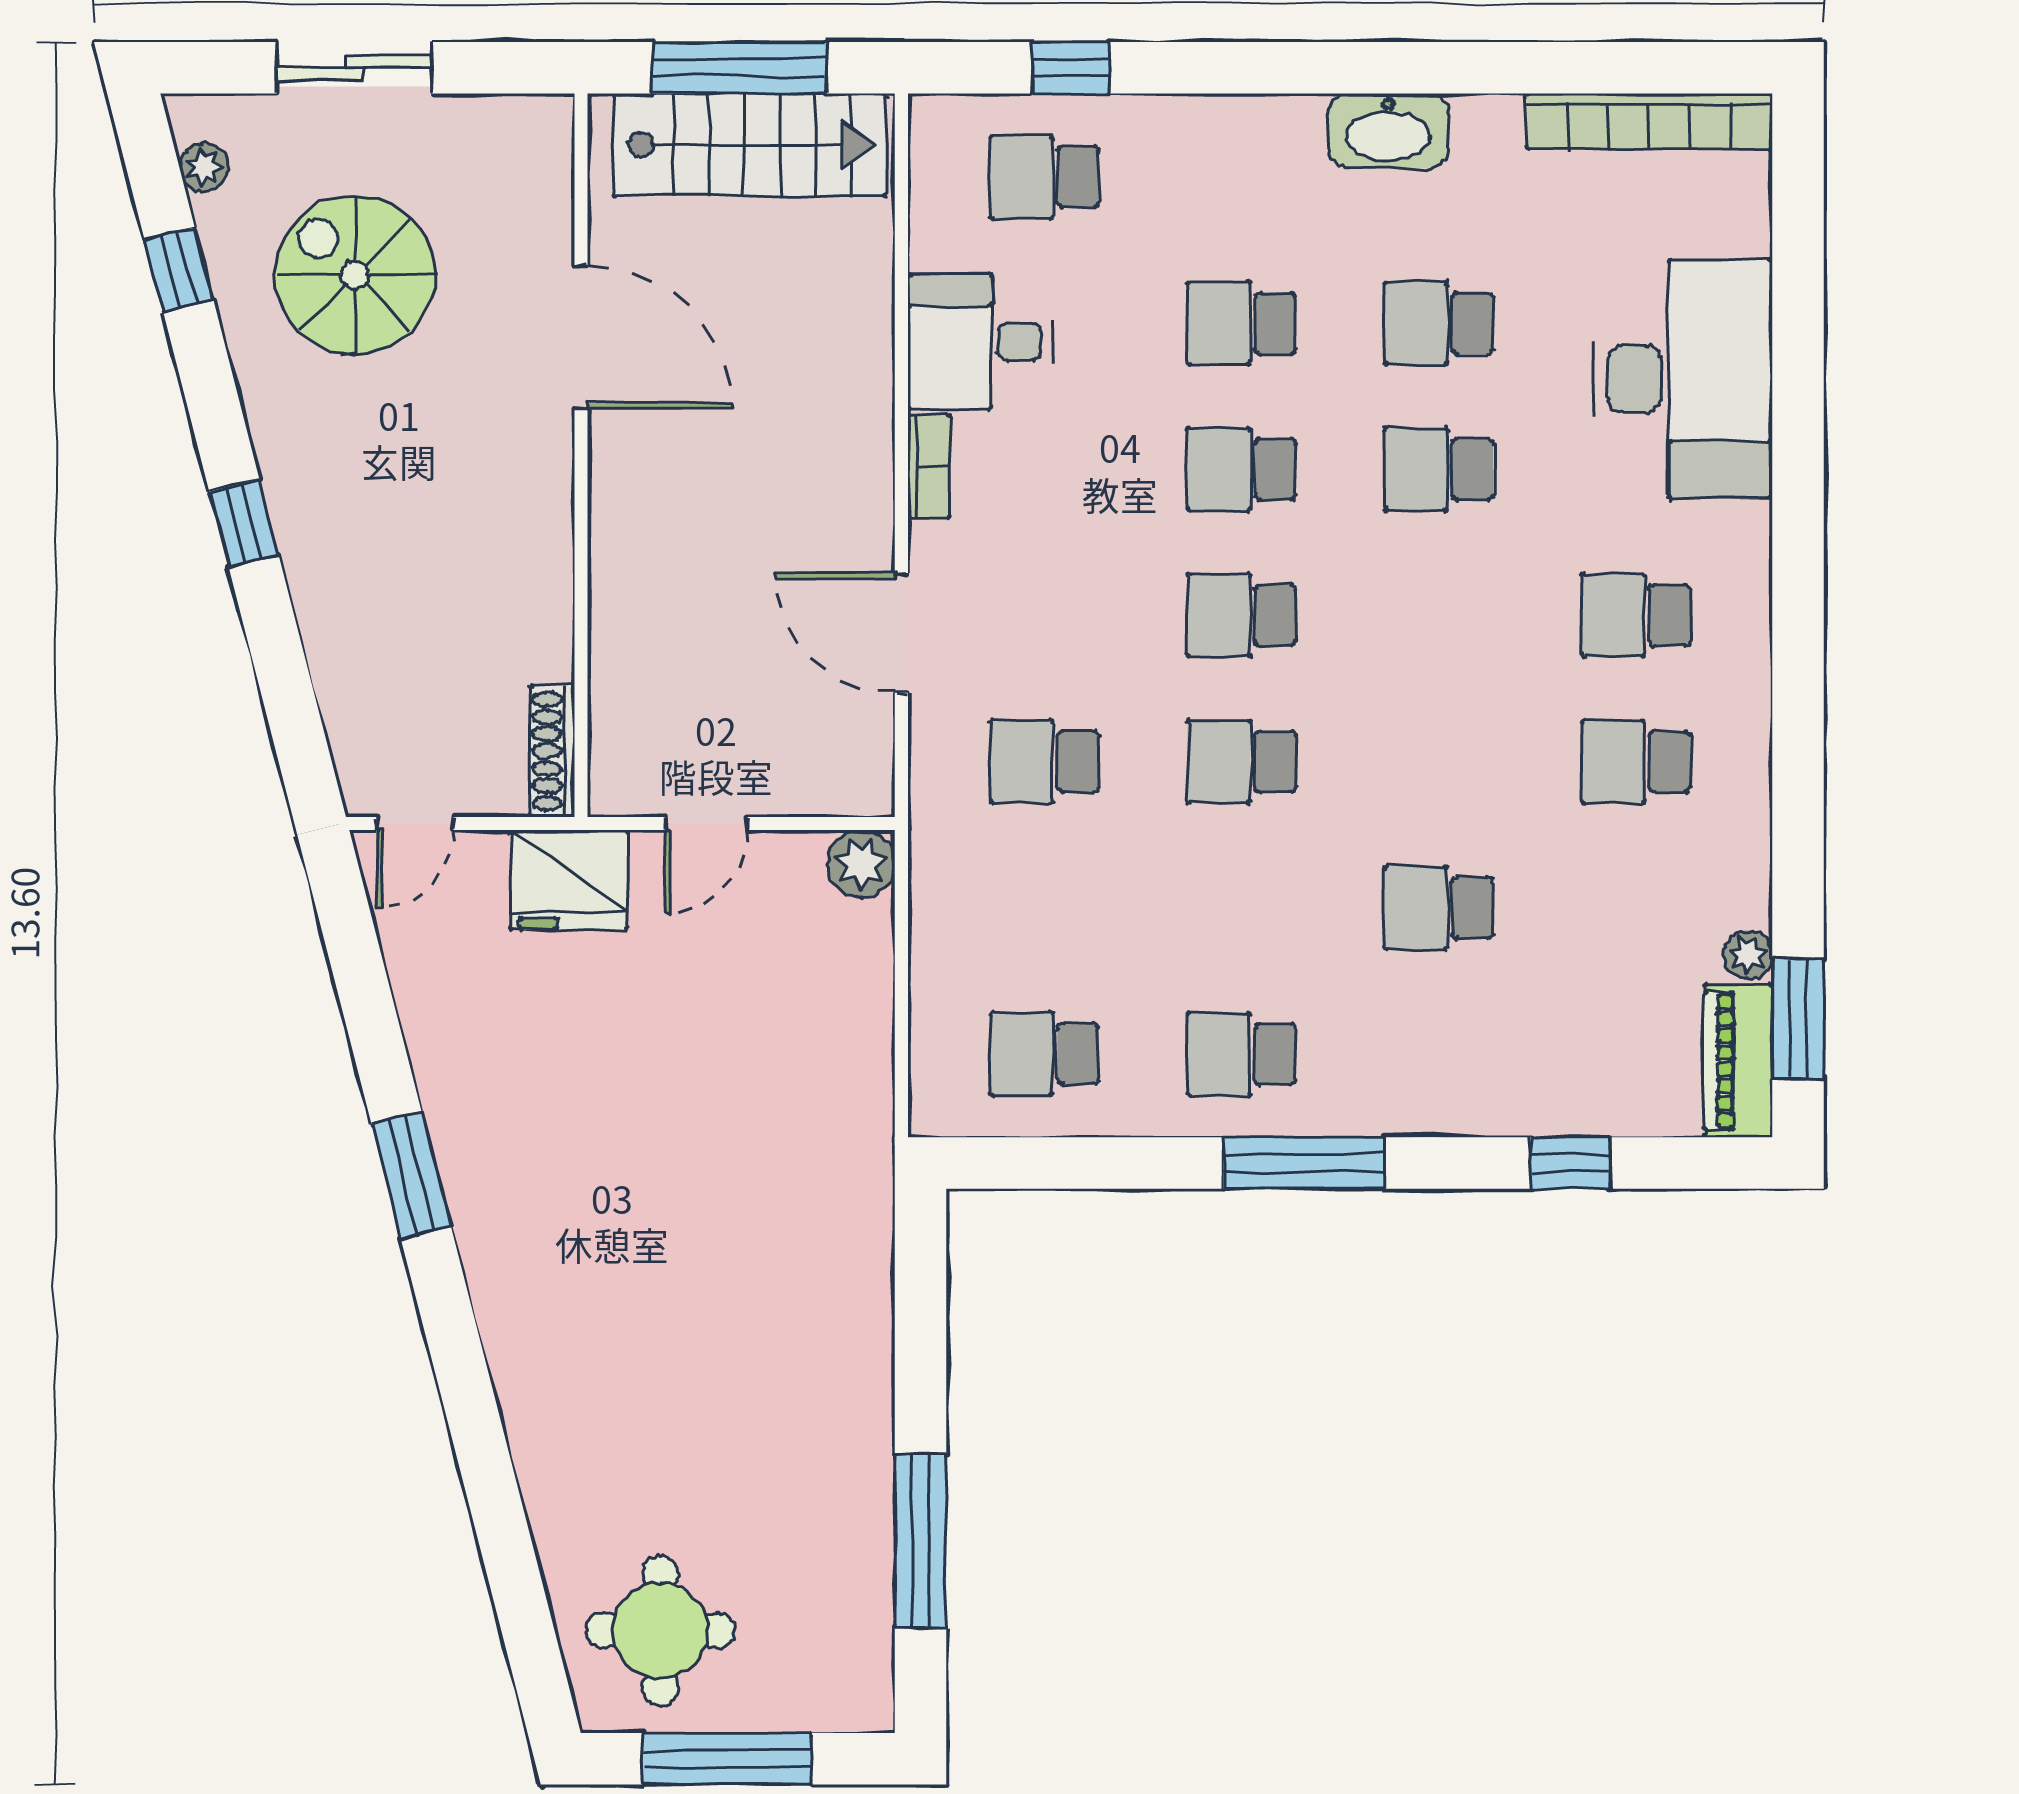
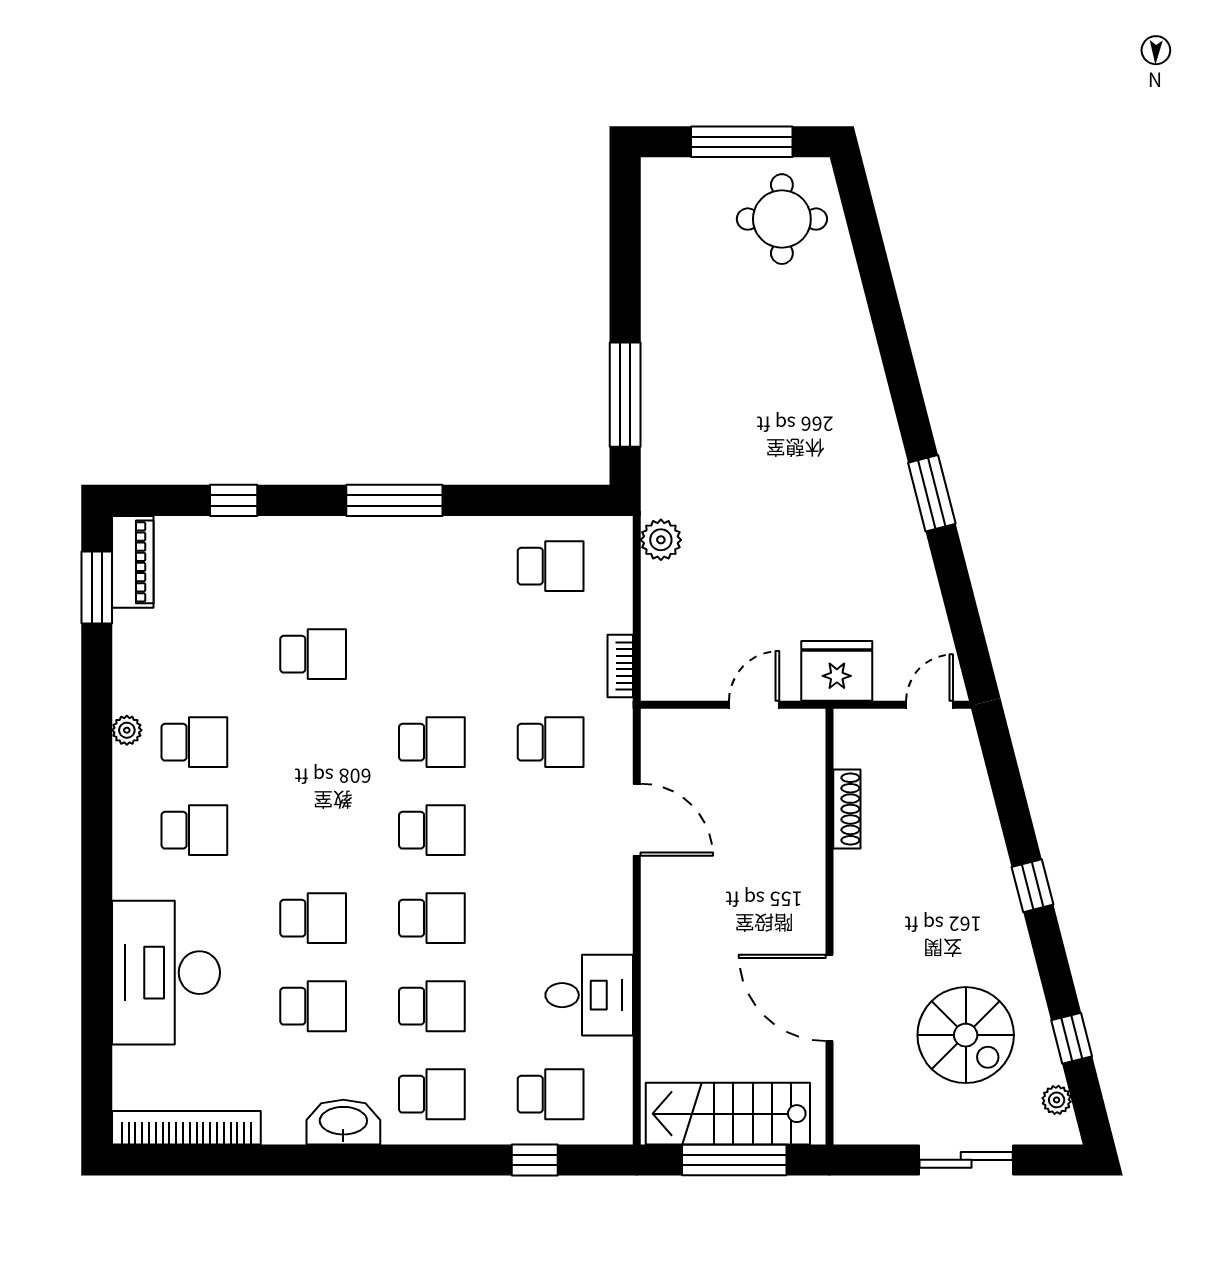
bookcase: (929, 466) -> (620, 666), moved
shoe rack: (552, 751) -> (847, 809), moved
plant: (861, 864) -> (661, 540), moved
plant: (1748, 955) -> (127, 730), moved
school desk: (1242, 1054) -> (432, 1094), moved
window: (921, 1541) -> (625, 395), moved

